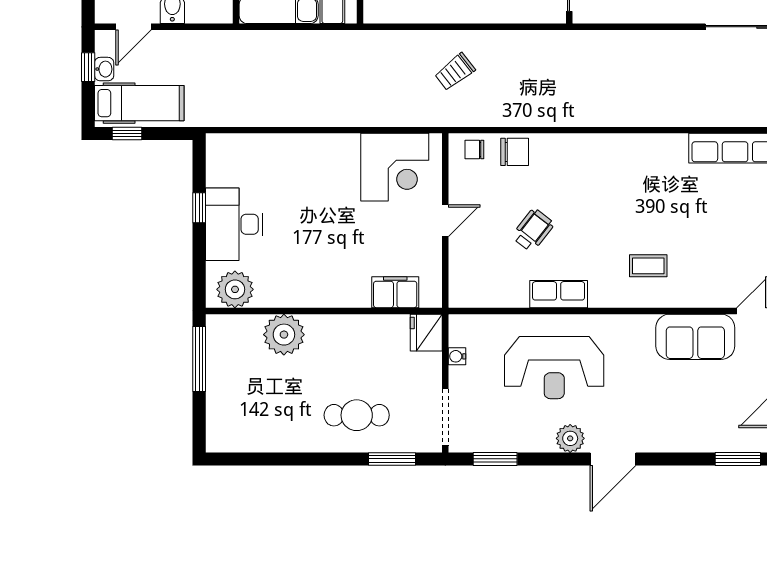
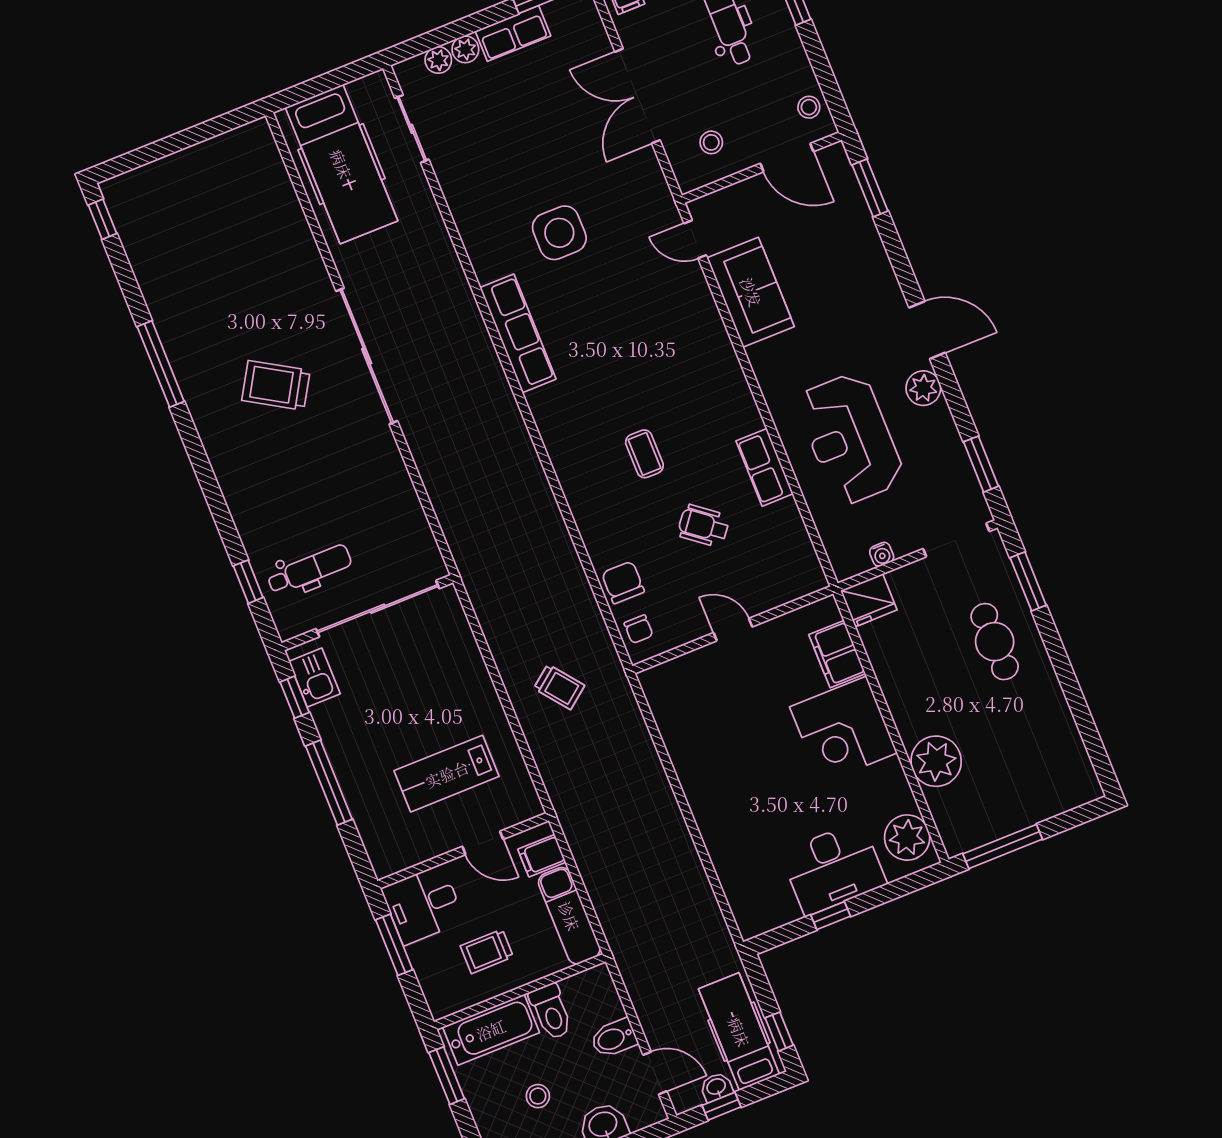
corner desk: (395, 167) -> (843, 730), moved, turned 180
coffee table: (648, 266) -> (644, 454), moved
reception desk: (554, 368) -> (850, 439), turned 180

